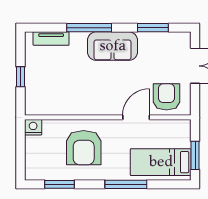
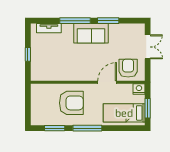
window: (153, 28) -> (108, 21), moved
nightstand: (33, 127) -> (139, 89), moved
armchair: (84, 148) -> (71, 103), turned -90
window: (126, 184) -> (87, 128), moved

